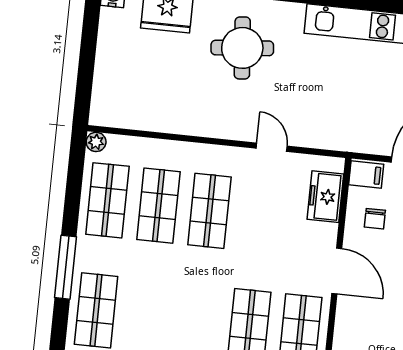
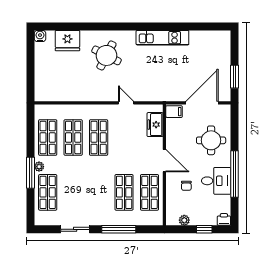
round table: (242, 48) -> (106, 55), turned 32
plant: (96, 142) -> (39, 167), moved
chair: (375, 219) -> (186, 186), moved

